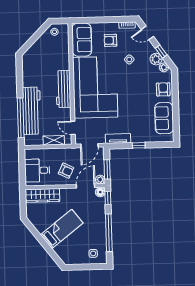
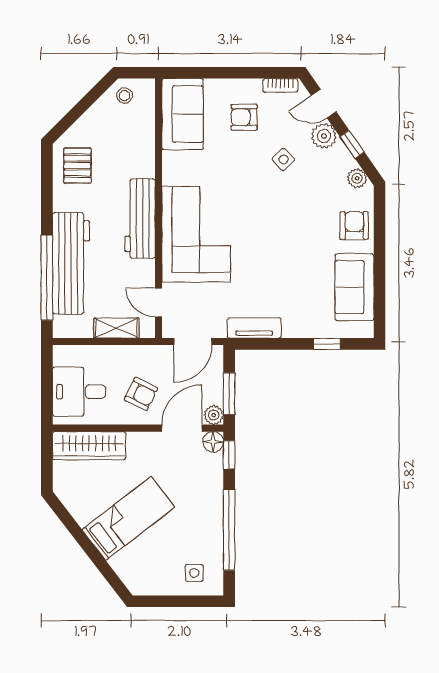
plant: (156, 59) -> (324, 136), moved
pallet: (33, 65) -> (77, 166), added
corner sofa: (95, 87) -> (196, 234), width x0.73, depth x0.74
window: (139, 145) -> (327, 344), moved

